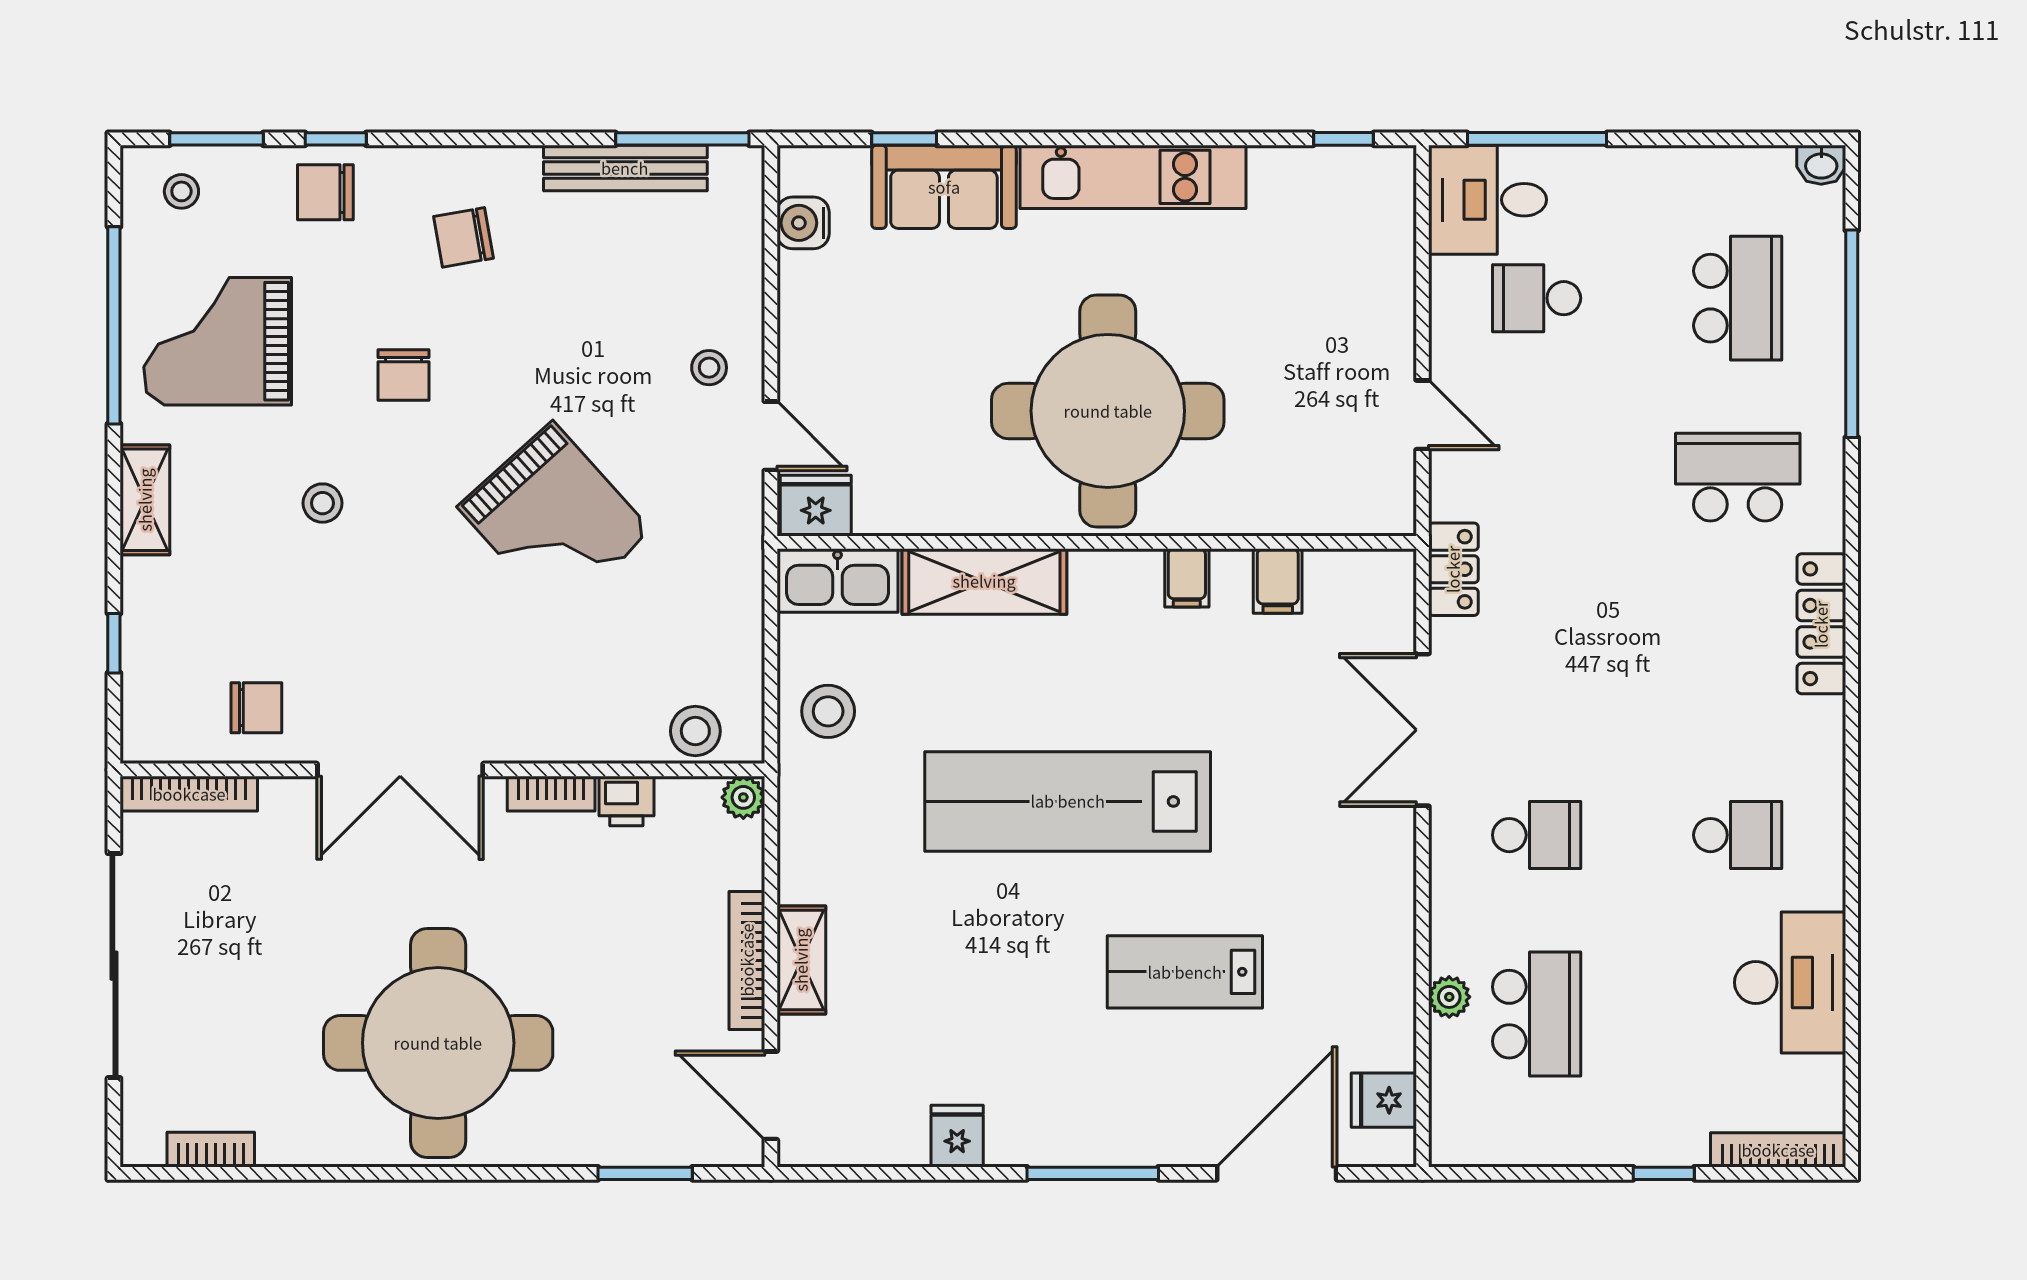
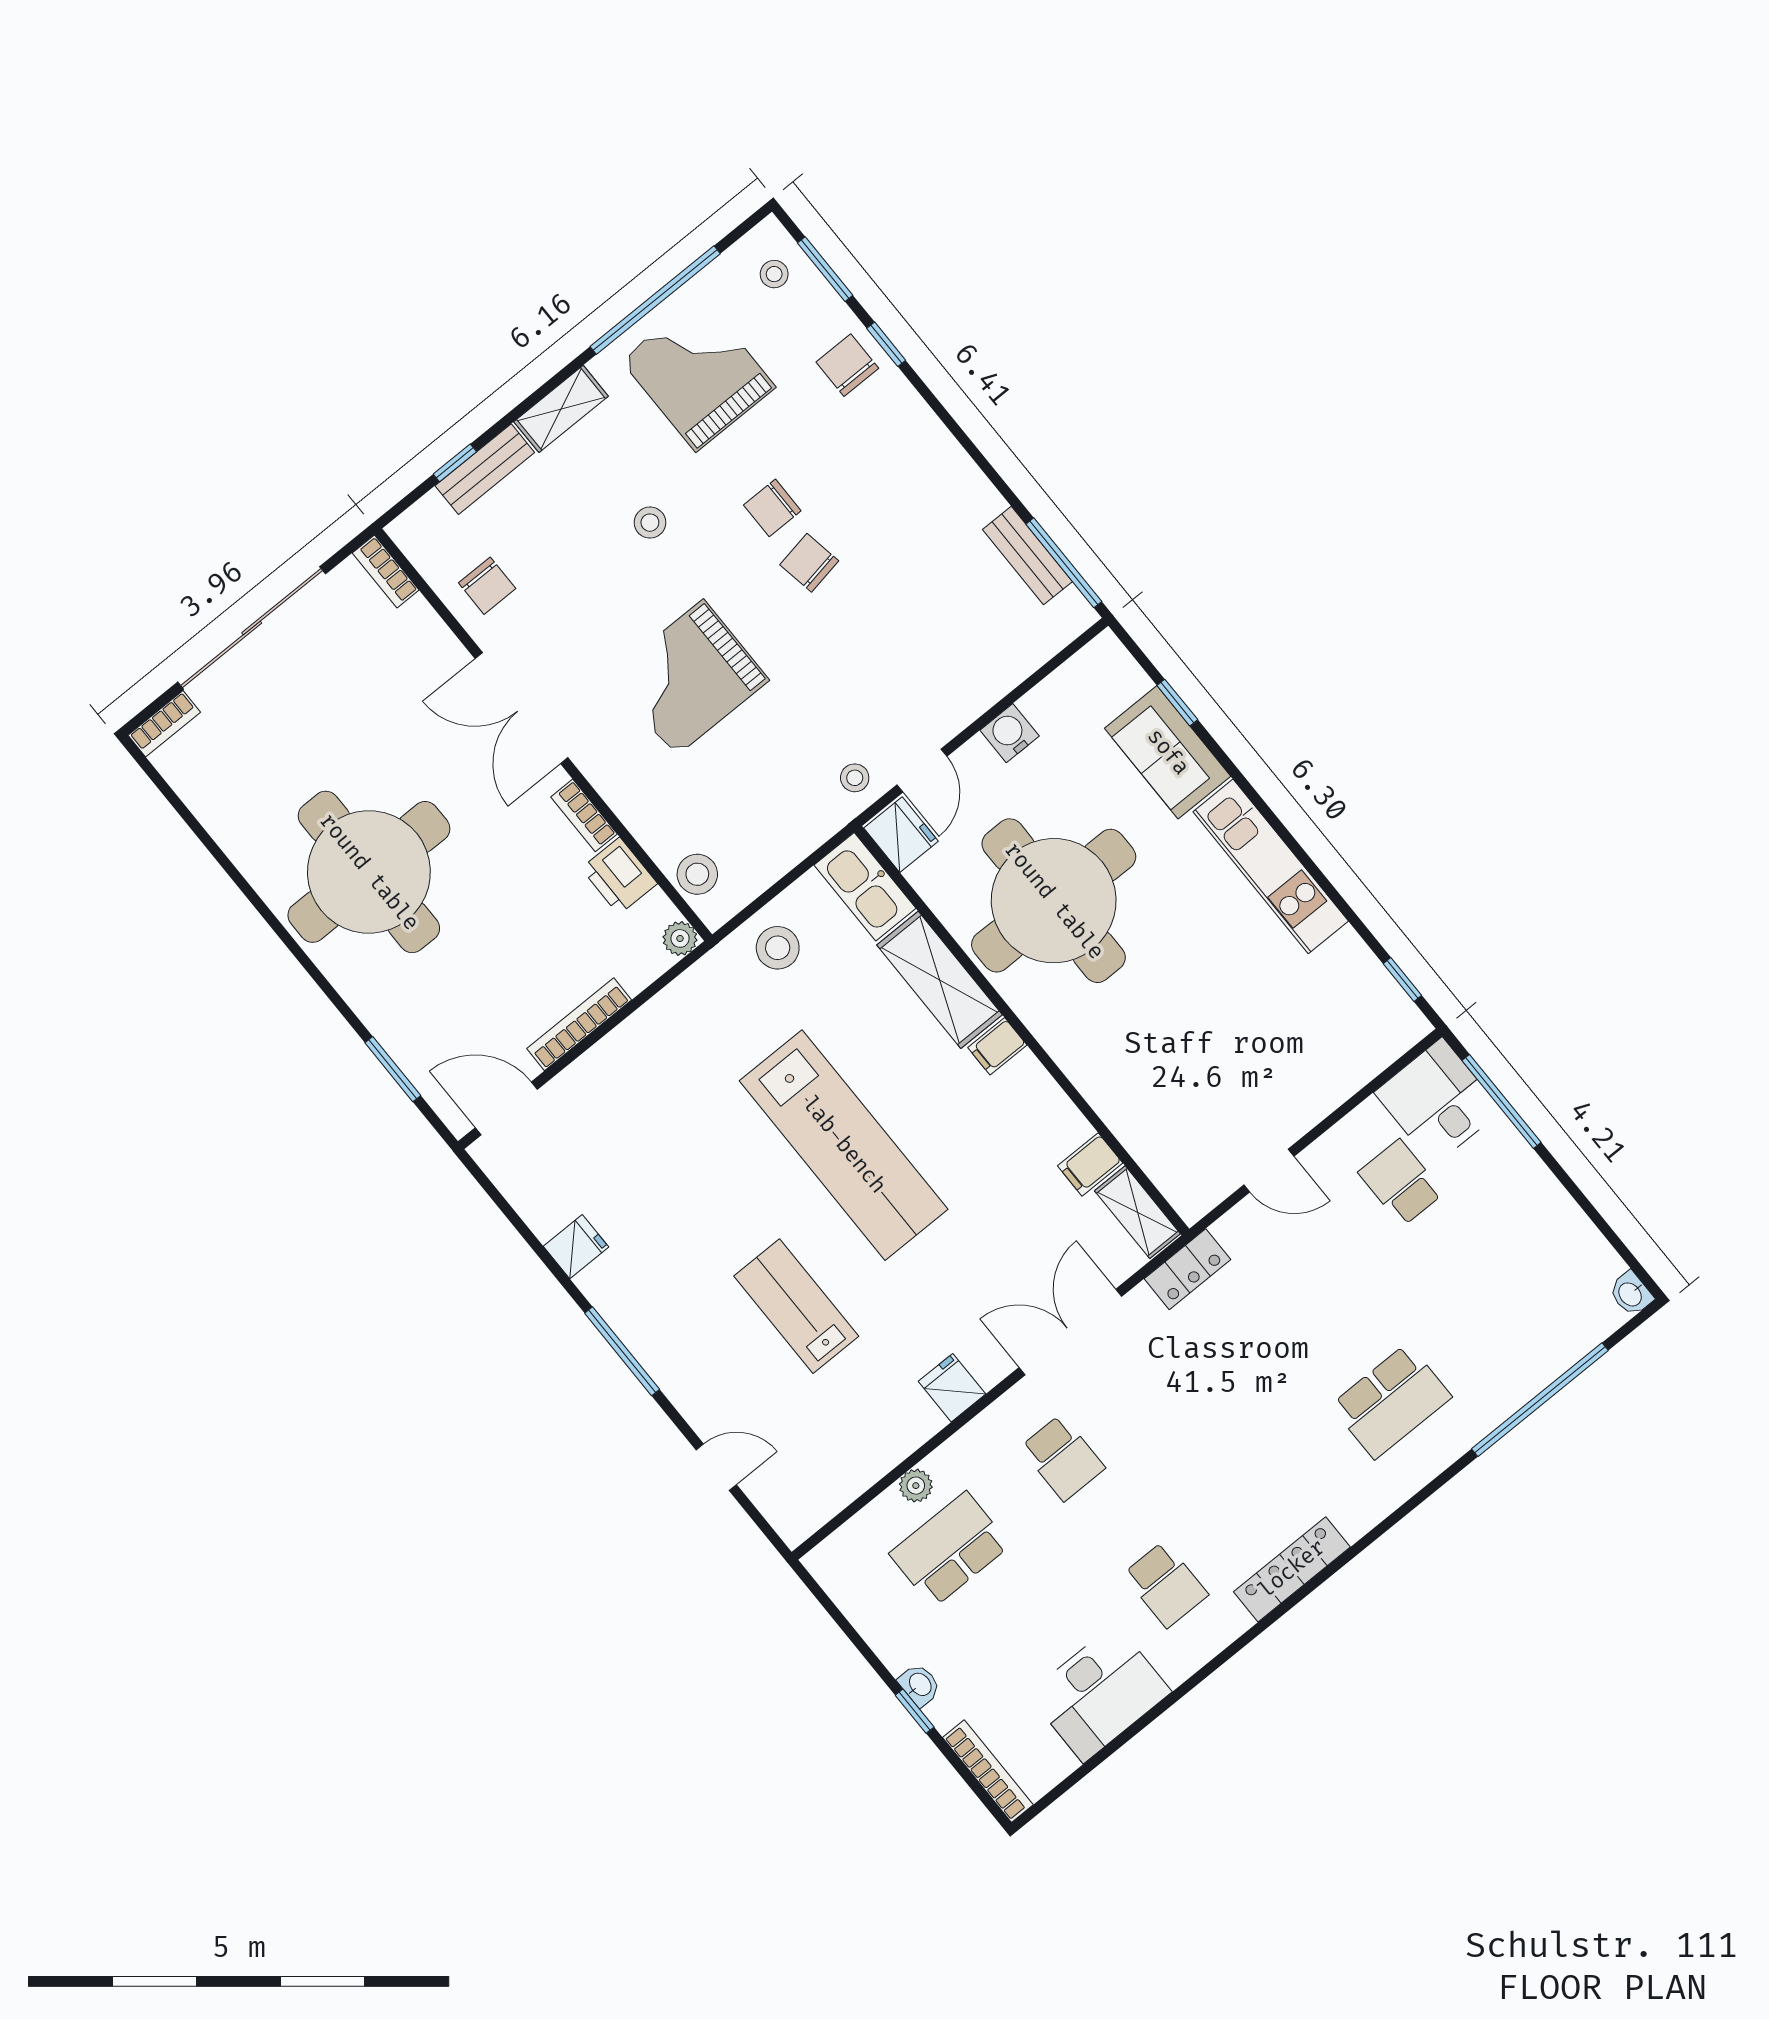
bench: (625, 168) -> (1027, 556), width x0.73
water cooler: (803, 223) -> (1010, 733), moved
chair: (464, 237) -> (809, 563), moved
school desk: (1738, 298) -> (1504, 1309), removed
stool: (709, 368) -> (855, 778), moved
round table: (1108, 411) -> (1054, 901), moved
door: (1422, 415) -> (1269, 1171), hinge flipped
school desk: (1738, 477) -> (1391, 1401), turned 90
grand piano: (555, 519) -> (689, 678), moved, turned 42
filing cabinet: (1187, 578) -> (997, 1046), moved
bench: (143, 619) -> (485, 469), added
locker: (1821, 624) -> (1292, 1569), moved
bookcase: (189, 794) -> (386, 572), width x0.64
printer: (626, 801) -> (619, 876), width x1.36, depth x1.24
lab bench: (1068, 801) -> (844, 1145), turned 180
shelving: (801, 960) -> (1137, 1212), moved, turned 90
school desk: (1537, 1014) -> (950, 1549), turned 180
door: (771, 1095) -> (506, 1108), hinge flipped
fridge: (1384, 1100) -> (952, 1388), moved
washbasin: (1643, 1148) -> (920, 1685), added
bookcase: (211, 1150) -> (164, 724), moved, turned 90
door: (1277, 1173) -> (716, 1467), width x0.53

